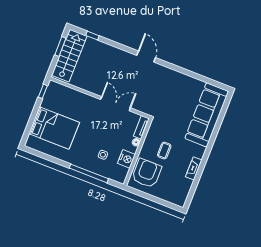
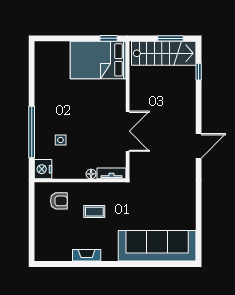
bed: (54, 128) -> (98, 60), moved, turned 90
nightstand: (126, 159) -> (43, 169), moved, turned 90
armchair: (147, 173) -> (59, 201), width x0.53, depth x0.53

